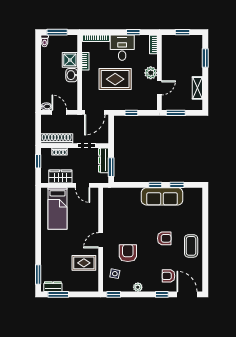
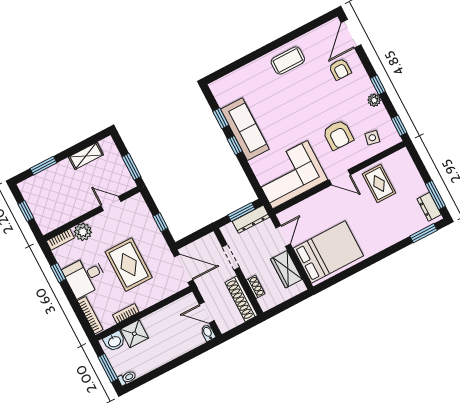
plant: (151, 73) -> (83, 232), moved
washbasin: (72, 75) -> (114, 341), moved
door: (59, 112) -> (207, 313), hinge flipped
dresser: (104, 160) -> (251, 219), moved
window: (38, 161) -> (282, 307), removed
bed: (58, 209) -> (328, 252), width x1.50
corner sofa: (119, 210) -> (290, 175), added
armchair: (164, 238) -> (296, 99), removed
armchair: (128, 253) -> (338, 135), turned -90
window: (162, 294) -> (378, 85), moved

